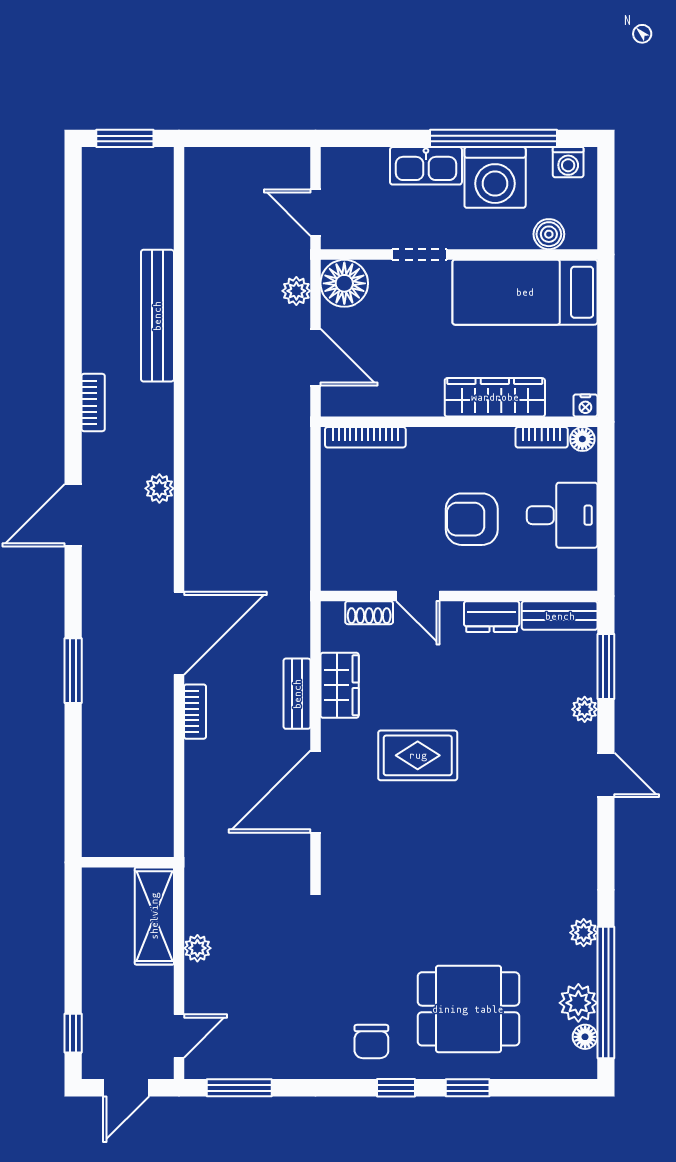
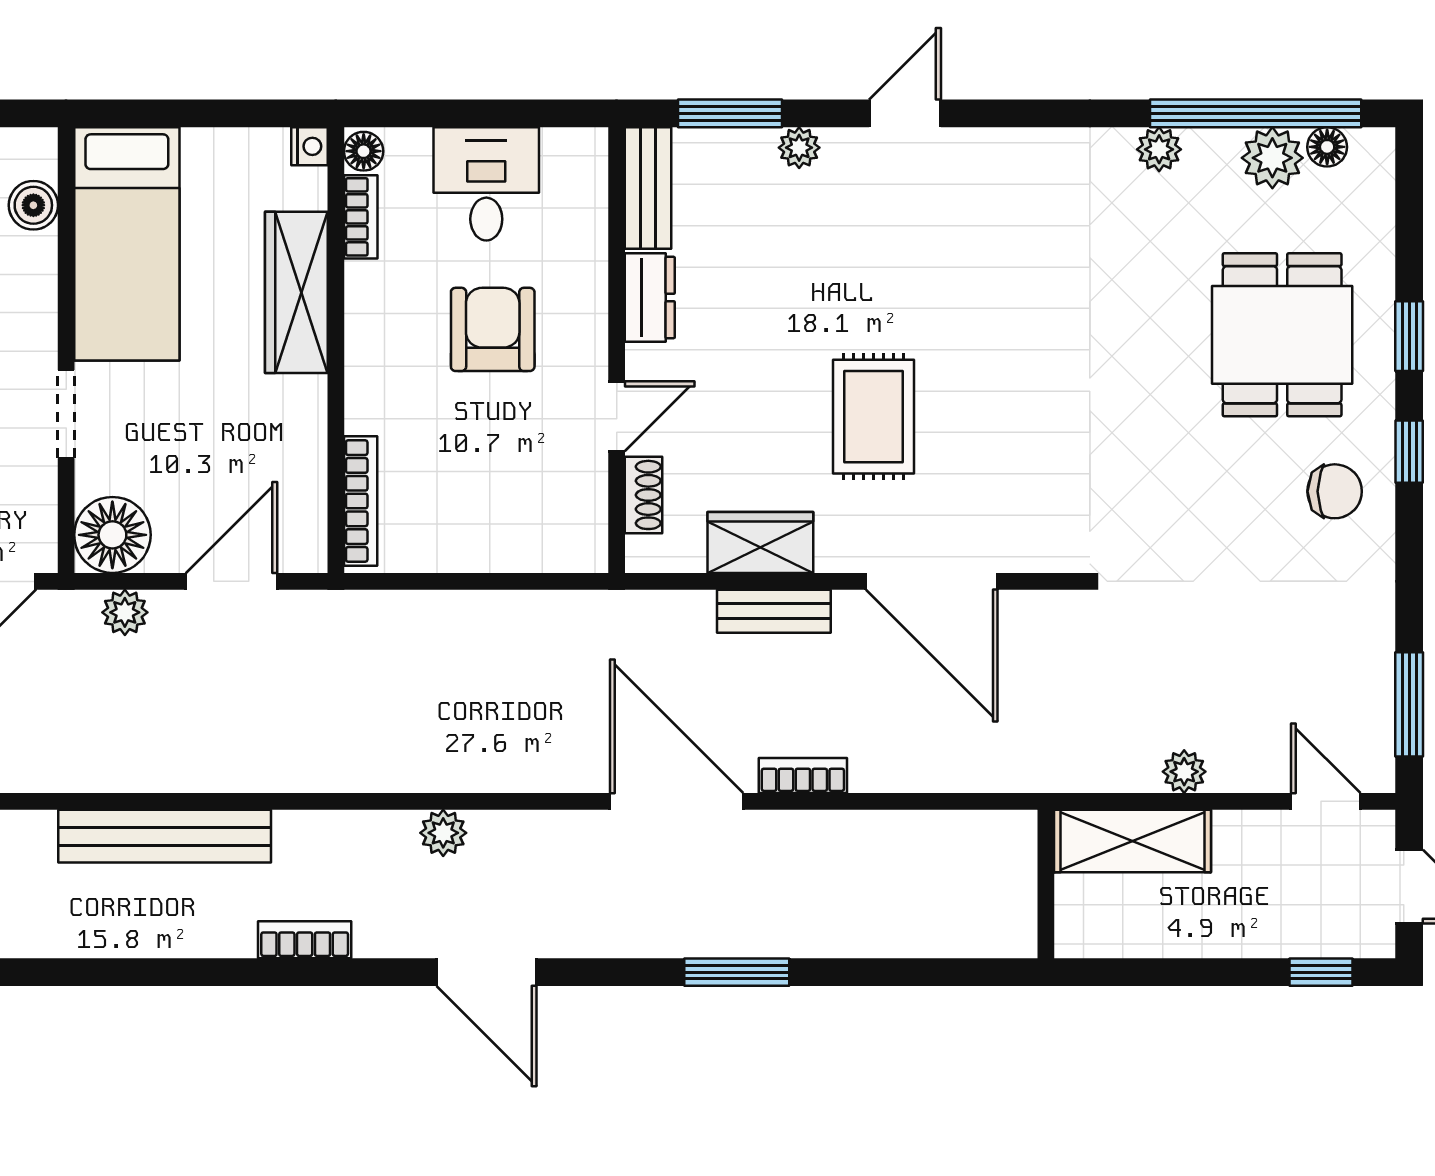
armchair: (472, 519) -> (493, 329), turned 180

